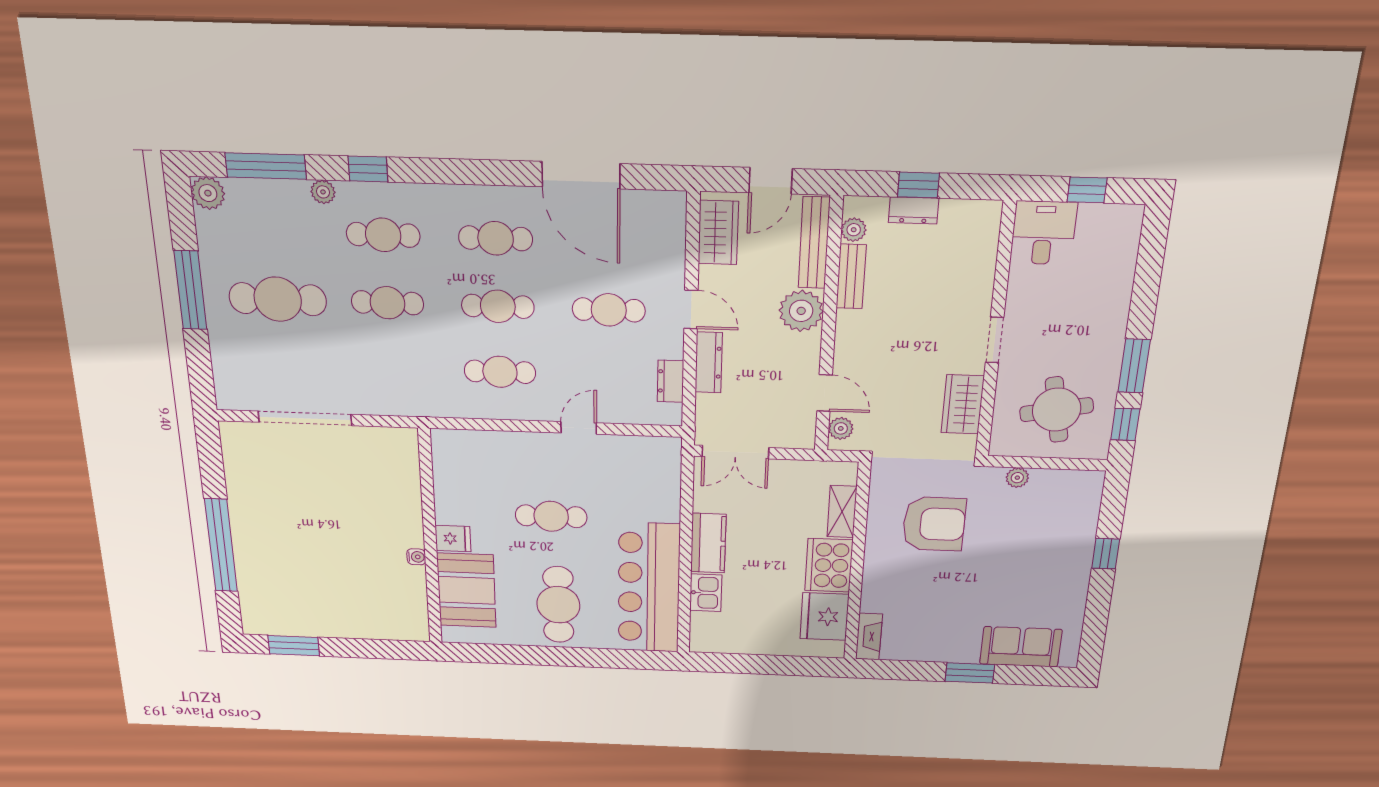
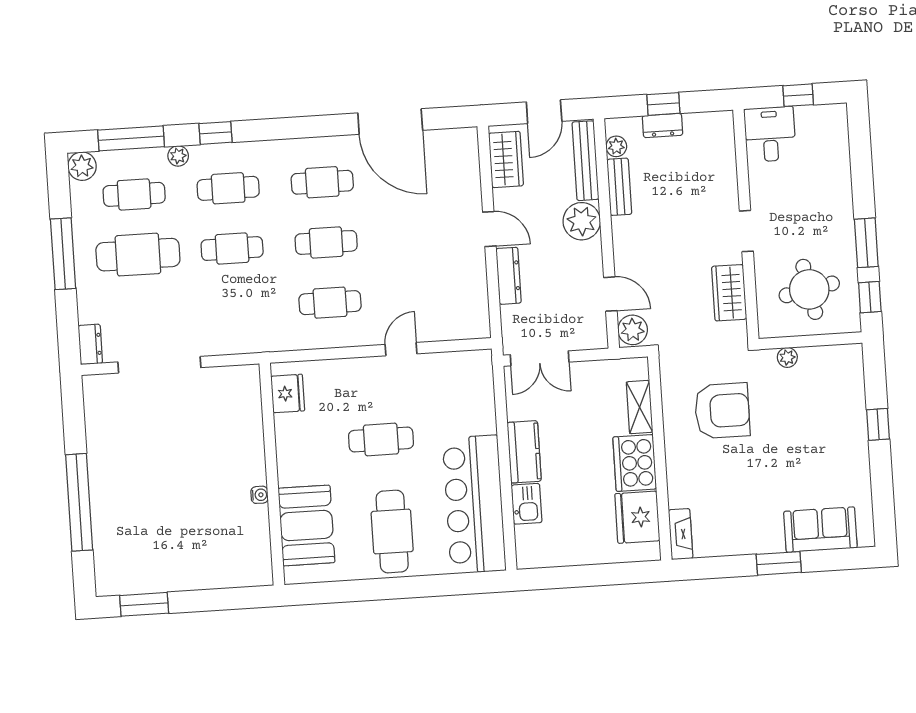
cafe table: (609, 310) -> (134, 194), moved
dresser: (671, 381) -> (90, 344), moved, turned 180
plant: (841, 428) -> (633, 330), width x1.38, depth x1.38
fridge: (453, 539) -> (288, 393), moved, width x1.38

